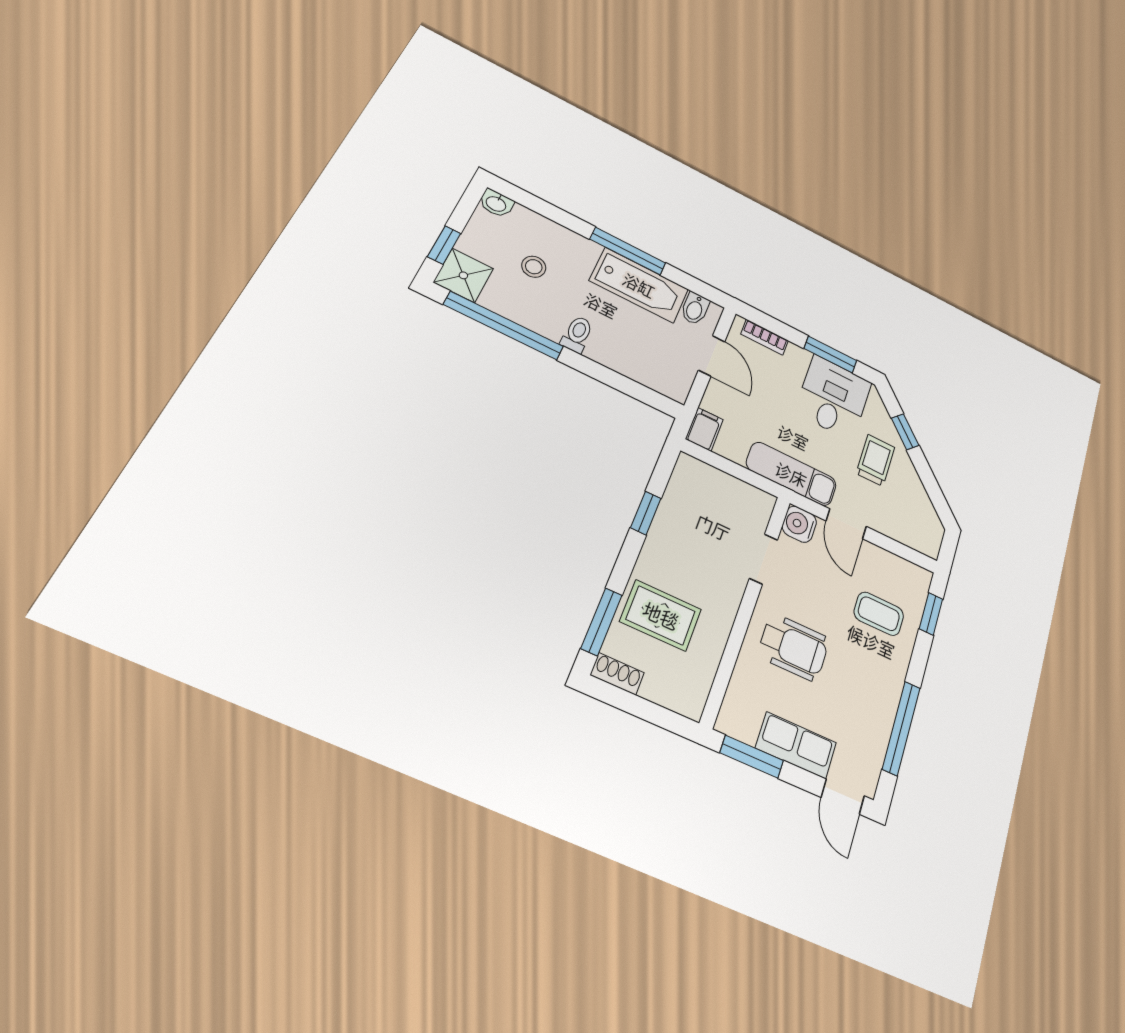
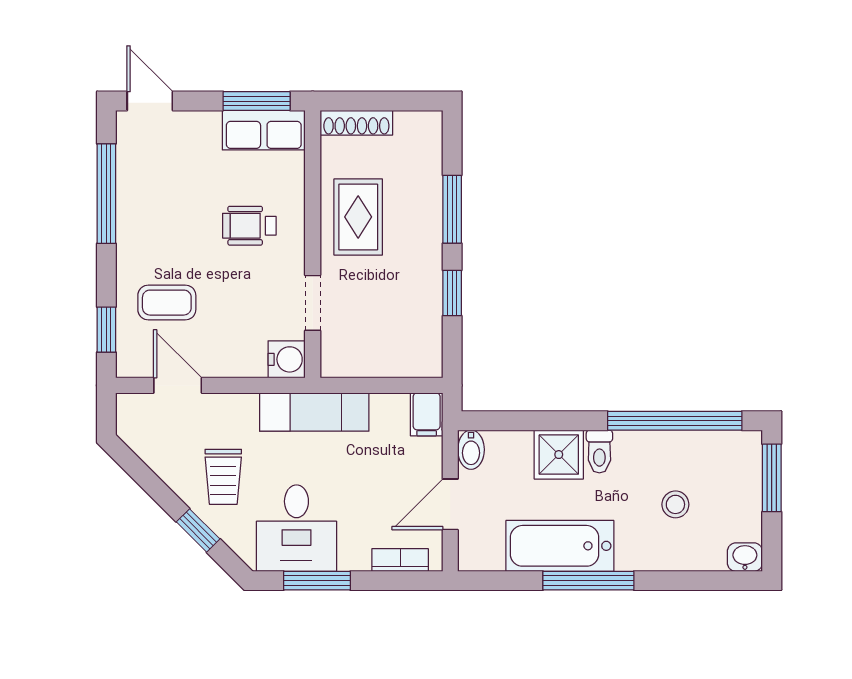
window: (444, 245) -> (772, 478), width x1.50
shower: (463, 275) -> (559, 455), moved
bidet: (695, 309) -> (471, 450), moved, turned 180
door: (712, 356) -> (450, 504), hinge flipped
door: (846, 524) -> (178, 385), moved
rug: (661, 615) -> (358, 217), moved, turned 90
window: (602, 622) -> (452, 209), moved
wheelchair: (794, 647) -> (249, 226), width x0.73, depth x0.73
shoe rack: (617, 674) -> (356, 123), moved, width x1.43
row of seats: (796, 745) -> (264, 130), moved

